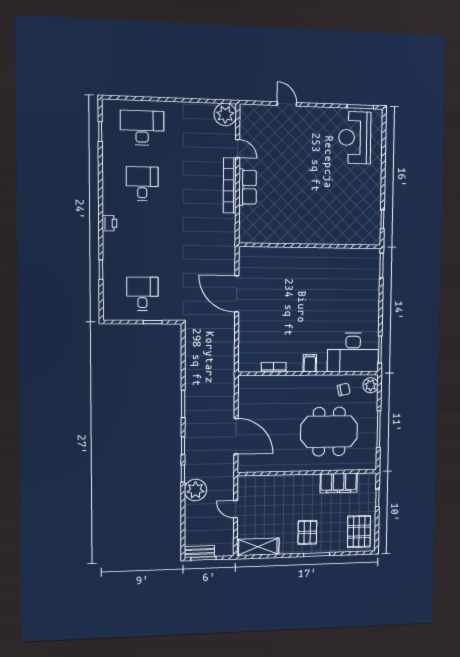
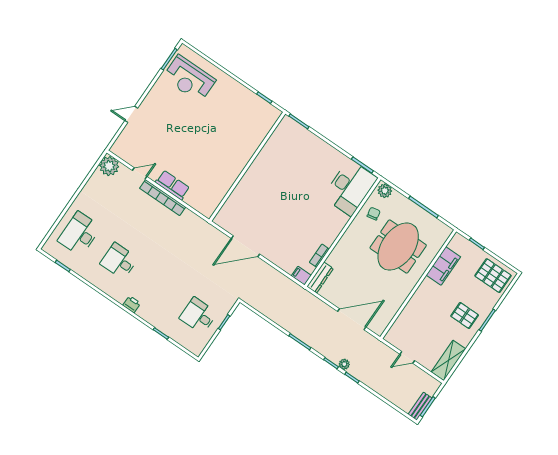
filing cabinet: (310, 363) -> (301, 276), moved
dresser: (254, 382) -> (320, 278), added
plant: (195, 490) -> (344, 364), moved, width x0.53, depth x0.53

